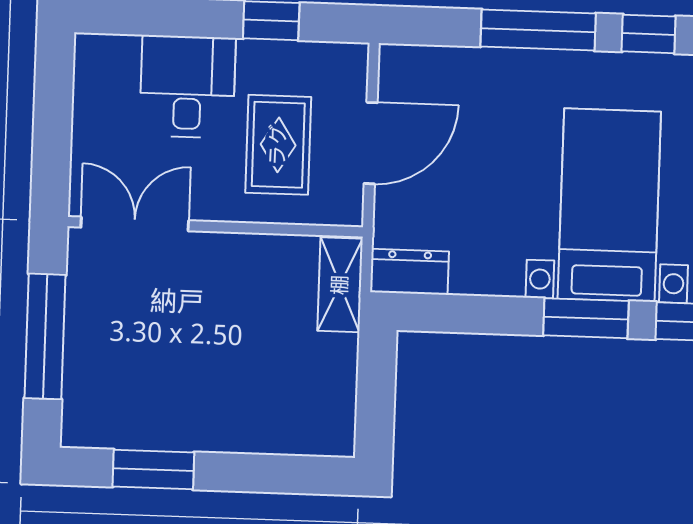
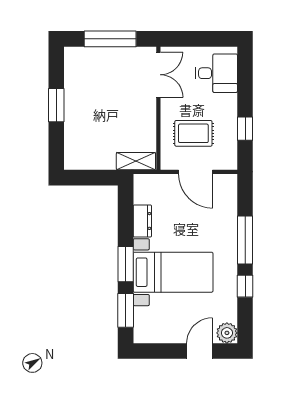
desk: (188, 87) -> (216, 73), moved
dresser: (410, 272) -> (142, 221), moved
window: (153, 470) -> (56, 105), moved

